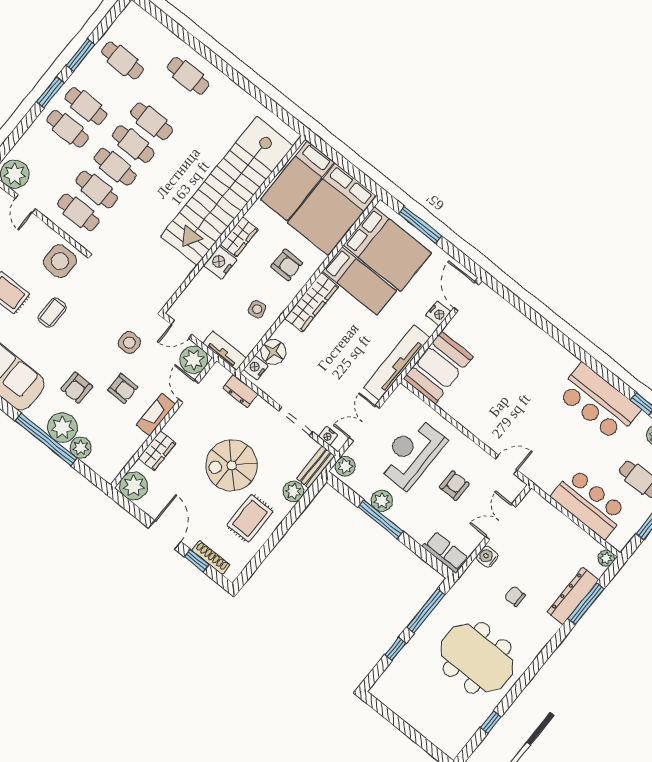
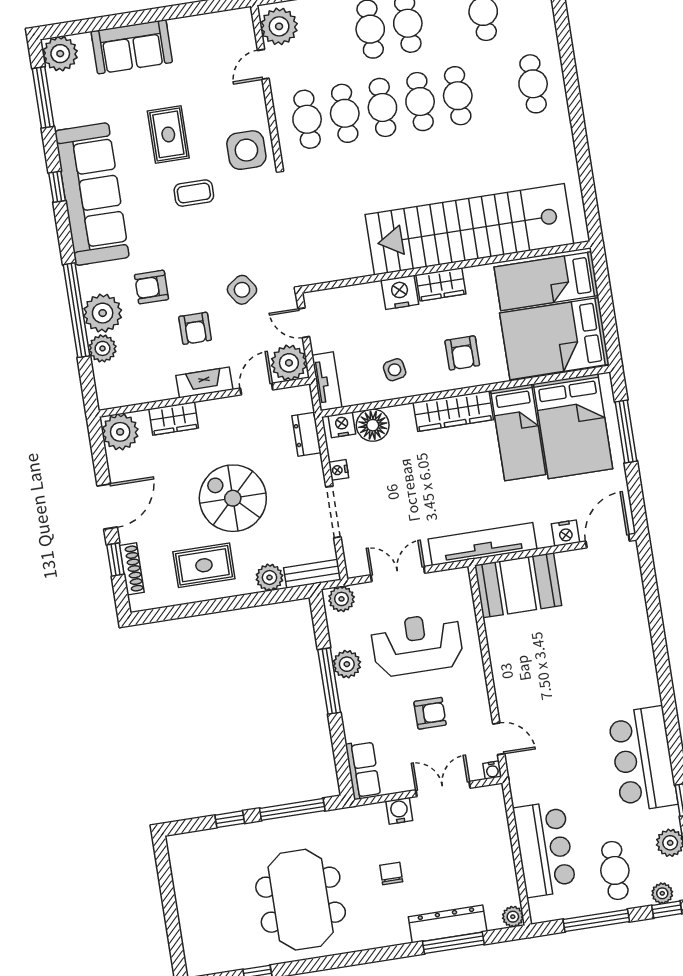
side table: (129, 343) -> (242, 290), turned -35
nightstand: (328, 436) -> (339, 470), moved
water cooler: (519, 486) -> (492, 770), added

